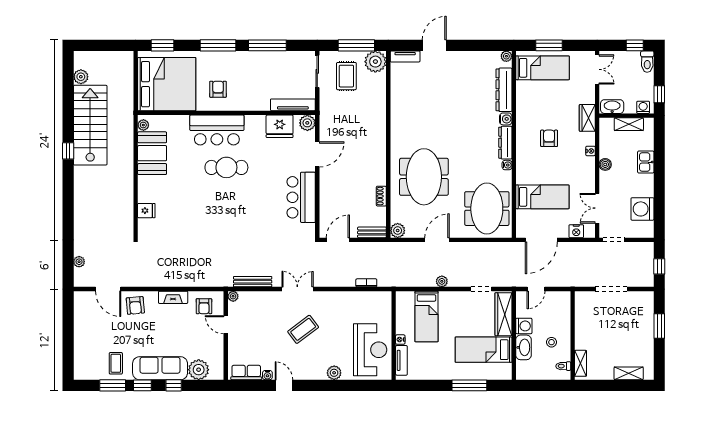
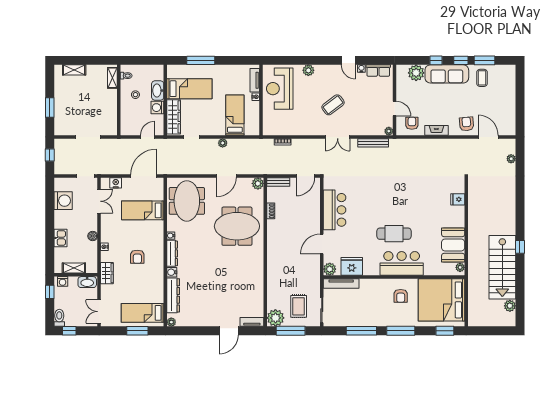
meeting table: (424, 177) -> (237, 226), turned 90

